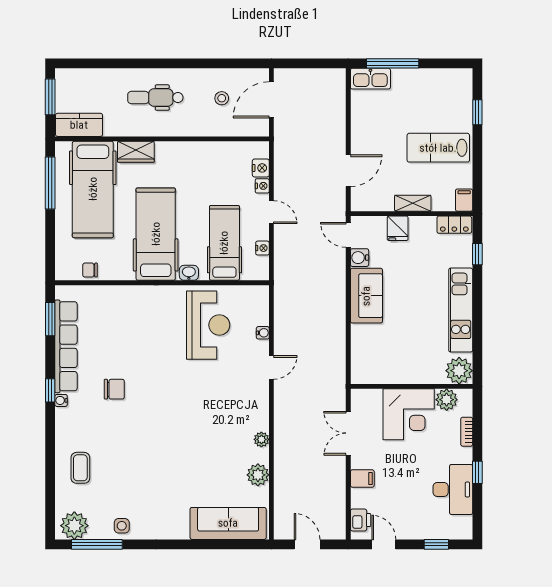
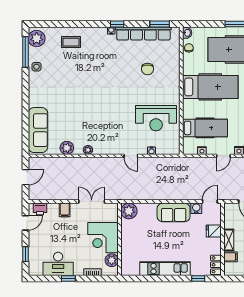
filing cabinet: (464, 200) -> (231, 257), moved
washbasin: (189, 273) -> (187, 33), moved
plant: (459, 371) -> (129, 211), moved
chair: (114, 389) -> (147, 69), moved

